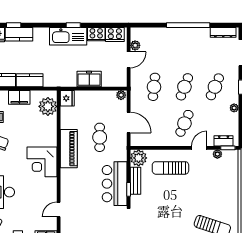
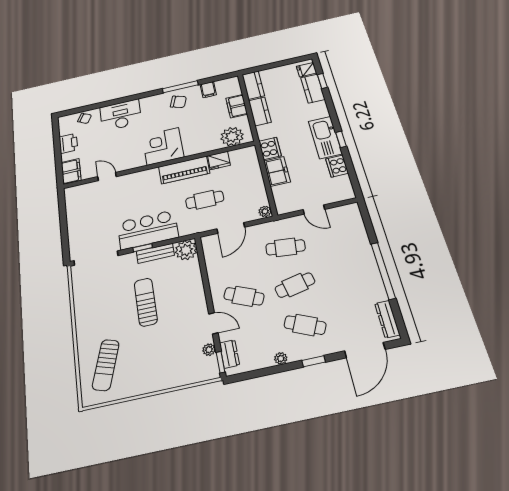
cooker: (115, 35) -> (270, 148), moved, turned 180
plant: (135, 45) -> (335, 213), removed
cafe table: (184, 87) -> (295, 285), turned -33
fridge: (67, 98) -> (219, 160), moved
sun lounger: (170, 168) -> (146, 302), moved

